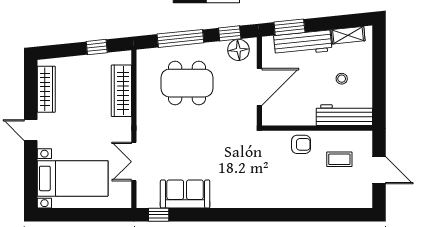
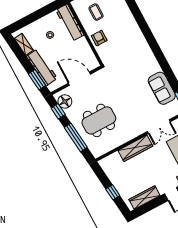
window: (97, 47) -> (113, 192), moved
dining table: (187, 83) -> (99, 120), turned 90
wardrobe: (121, 91) -> (135, 148), moved

